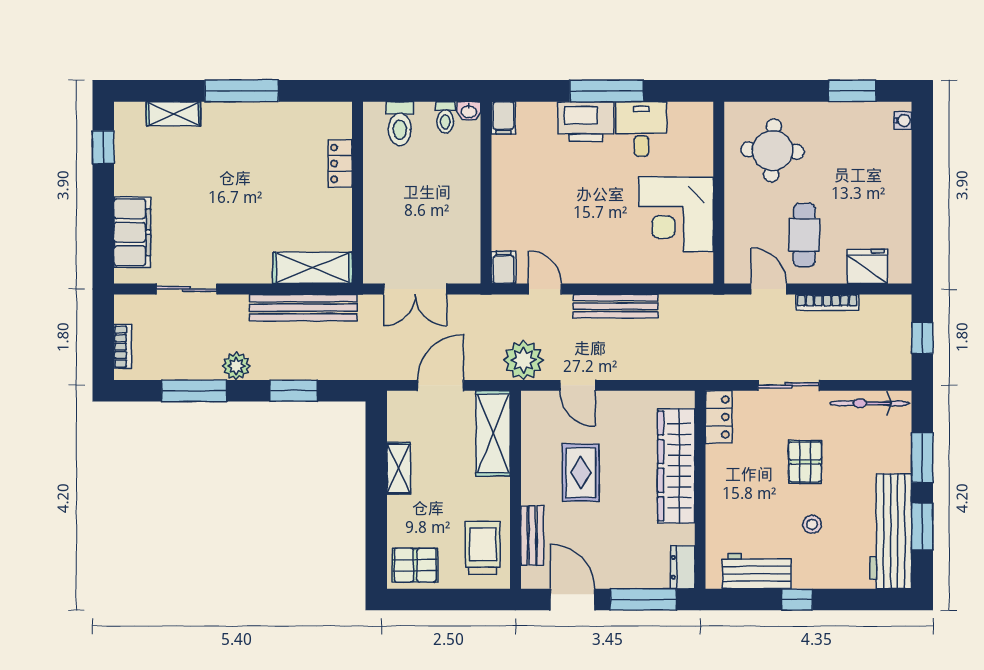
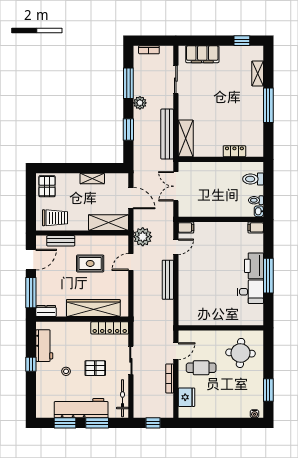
corner desk: (676, 214) -> (211, 308), removed
locker: (719, 417) -> (110, 328), width x1.53
workbench: (891, 531) -> (81, 408), moved

